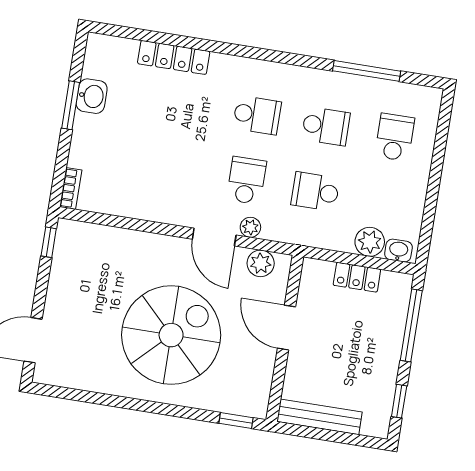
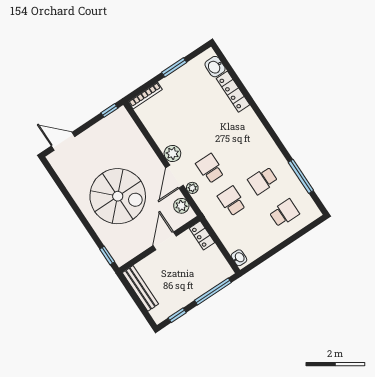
washbasin: (92, 96) -> (215, 67), moved, turned 90
school desk: (257, 115) -> (241, 148), removed
school desk: (326, 126) -> (263, 180), turned 90
school desk: (246, 180) -> (210, 168), turned -90
bookcase: (71, 188) -> (145, 96), width x1.56
plant: (370, 242) -> (172, 153), moved
locker: (357, 277) -> (202, 235), moved

